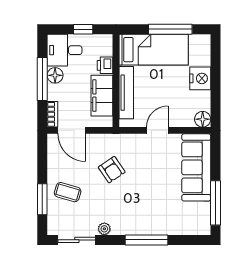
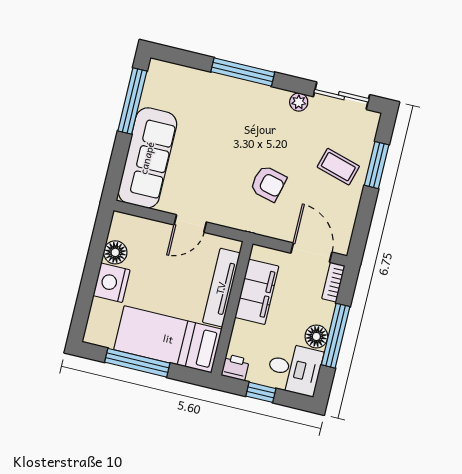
printer: (105, 65) -> (235, 367), moved, turned -90
floor lamp: (203, 119) -> (115, 252), moved
armchair: (112, 170) -> (268, 183), turned 138

